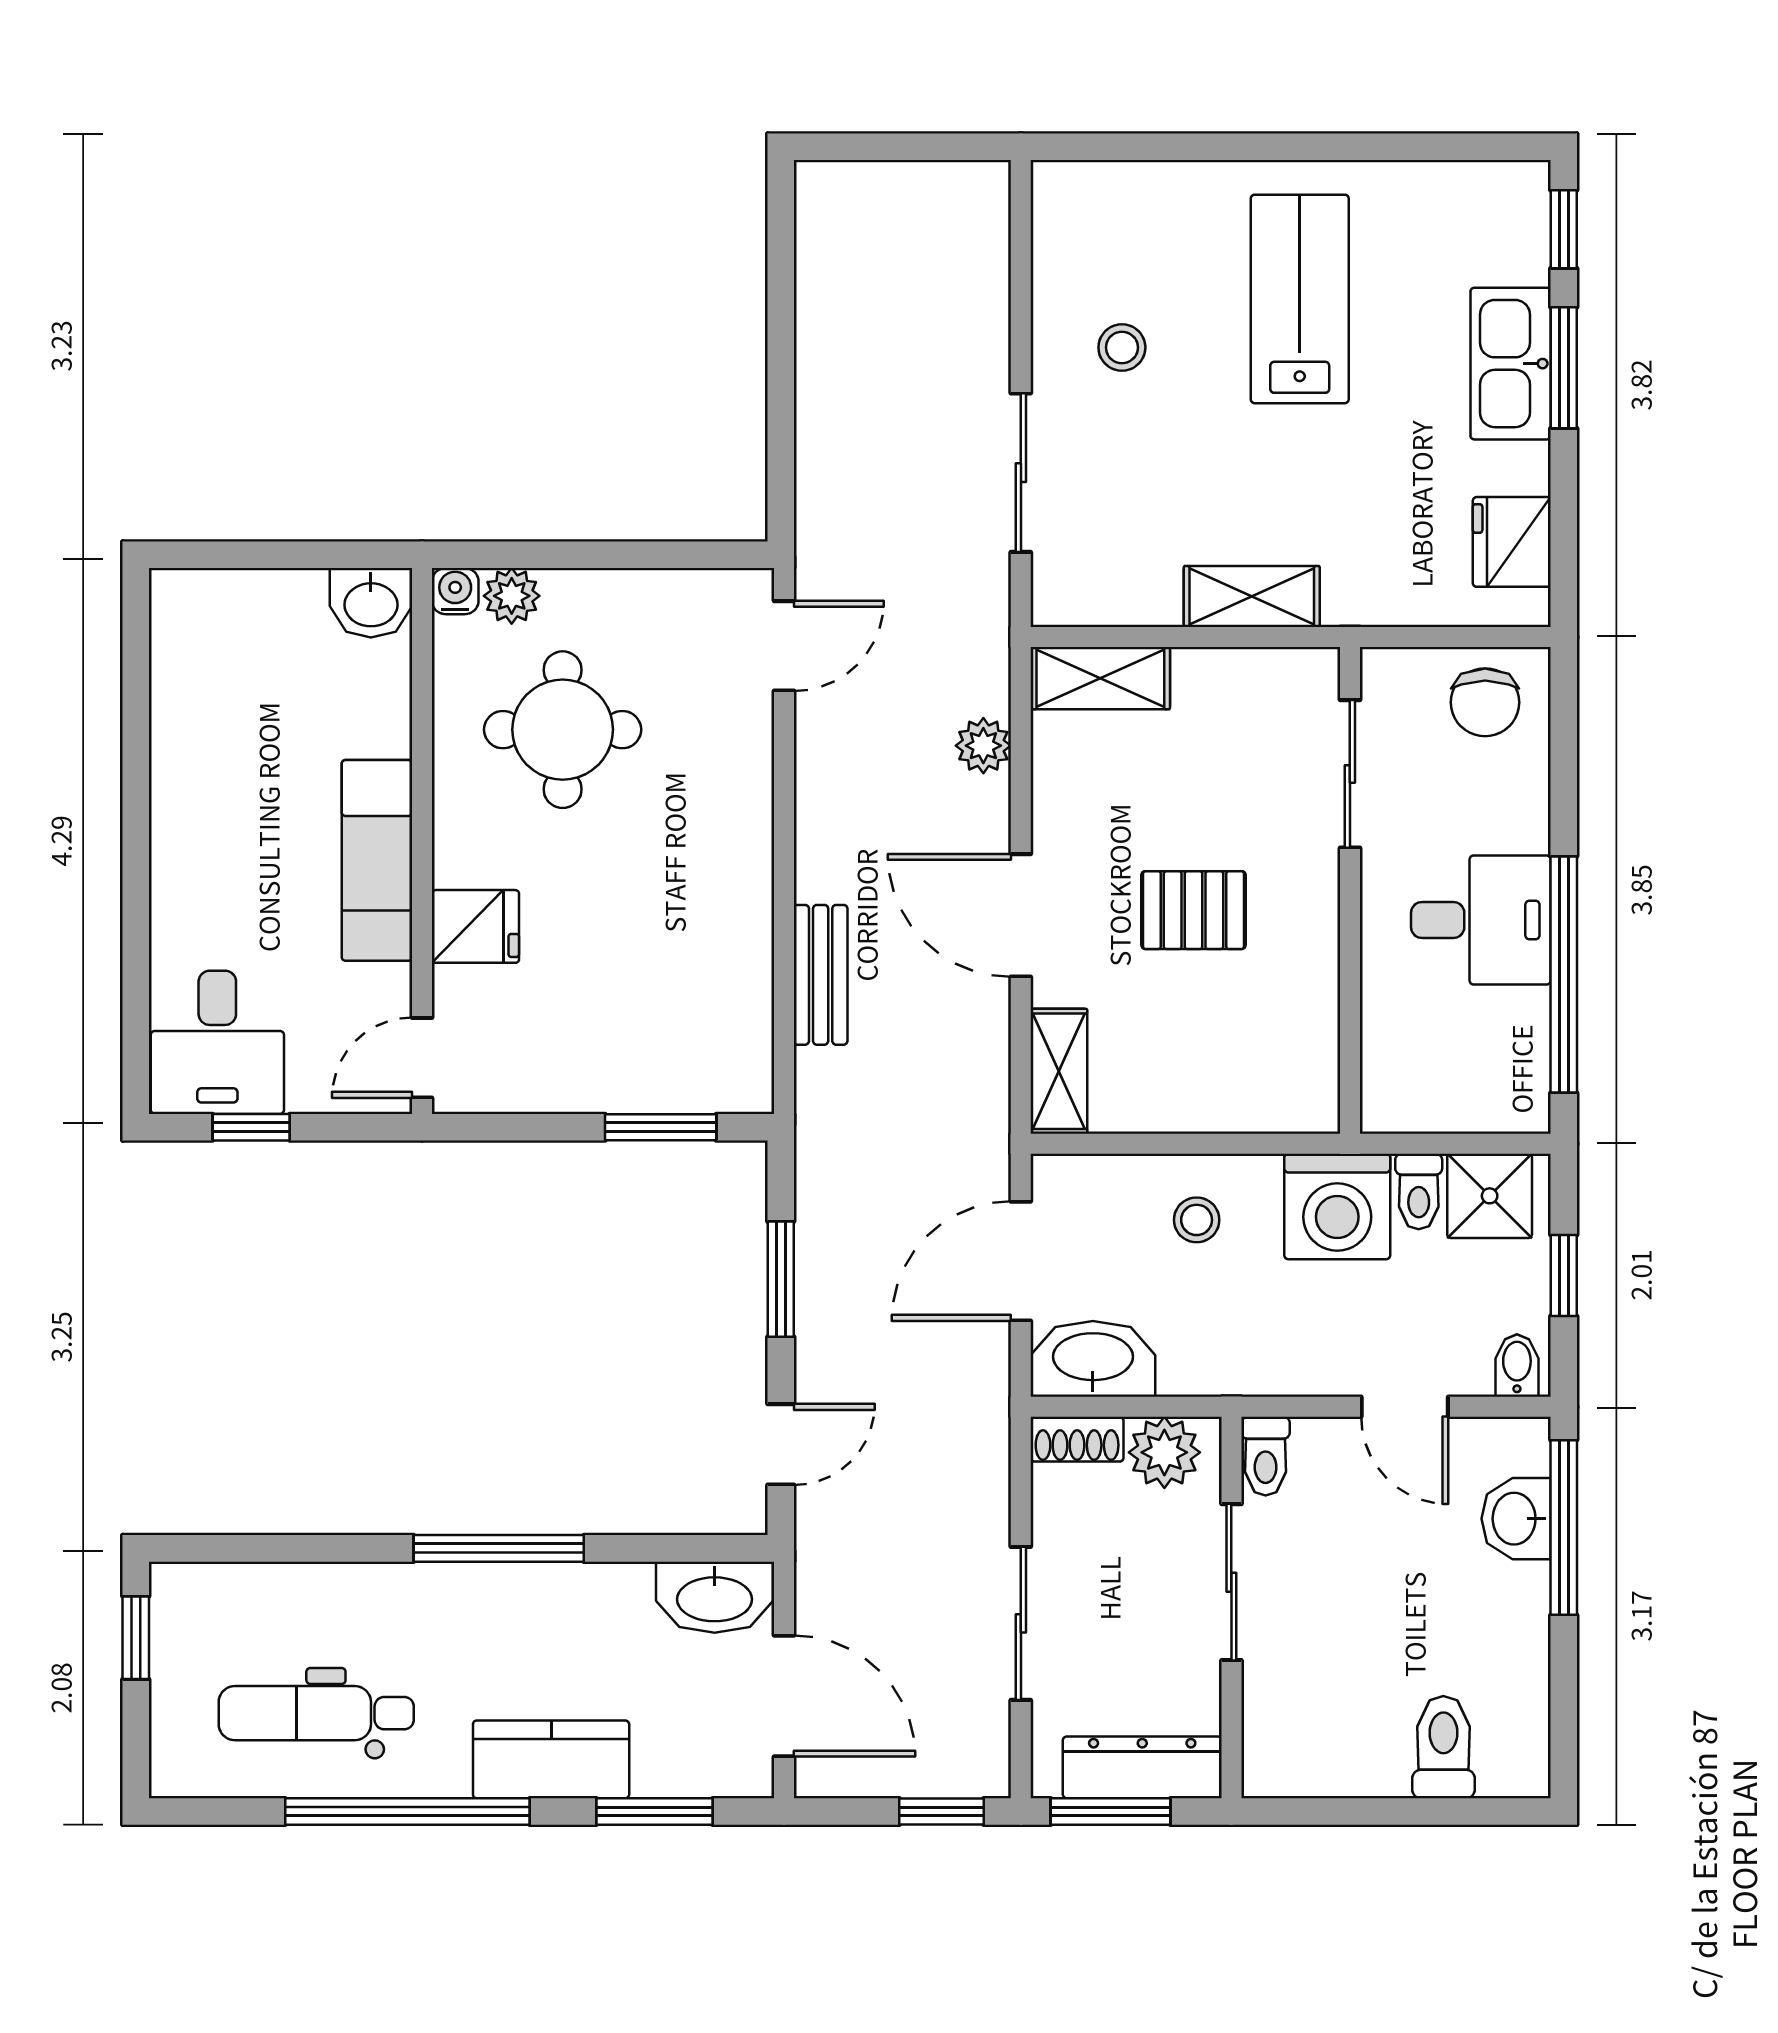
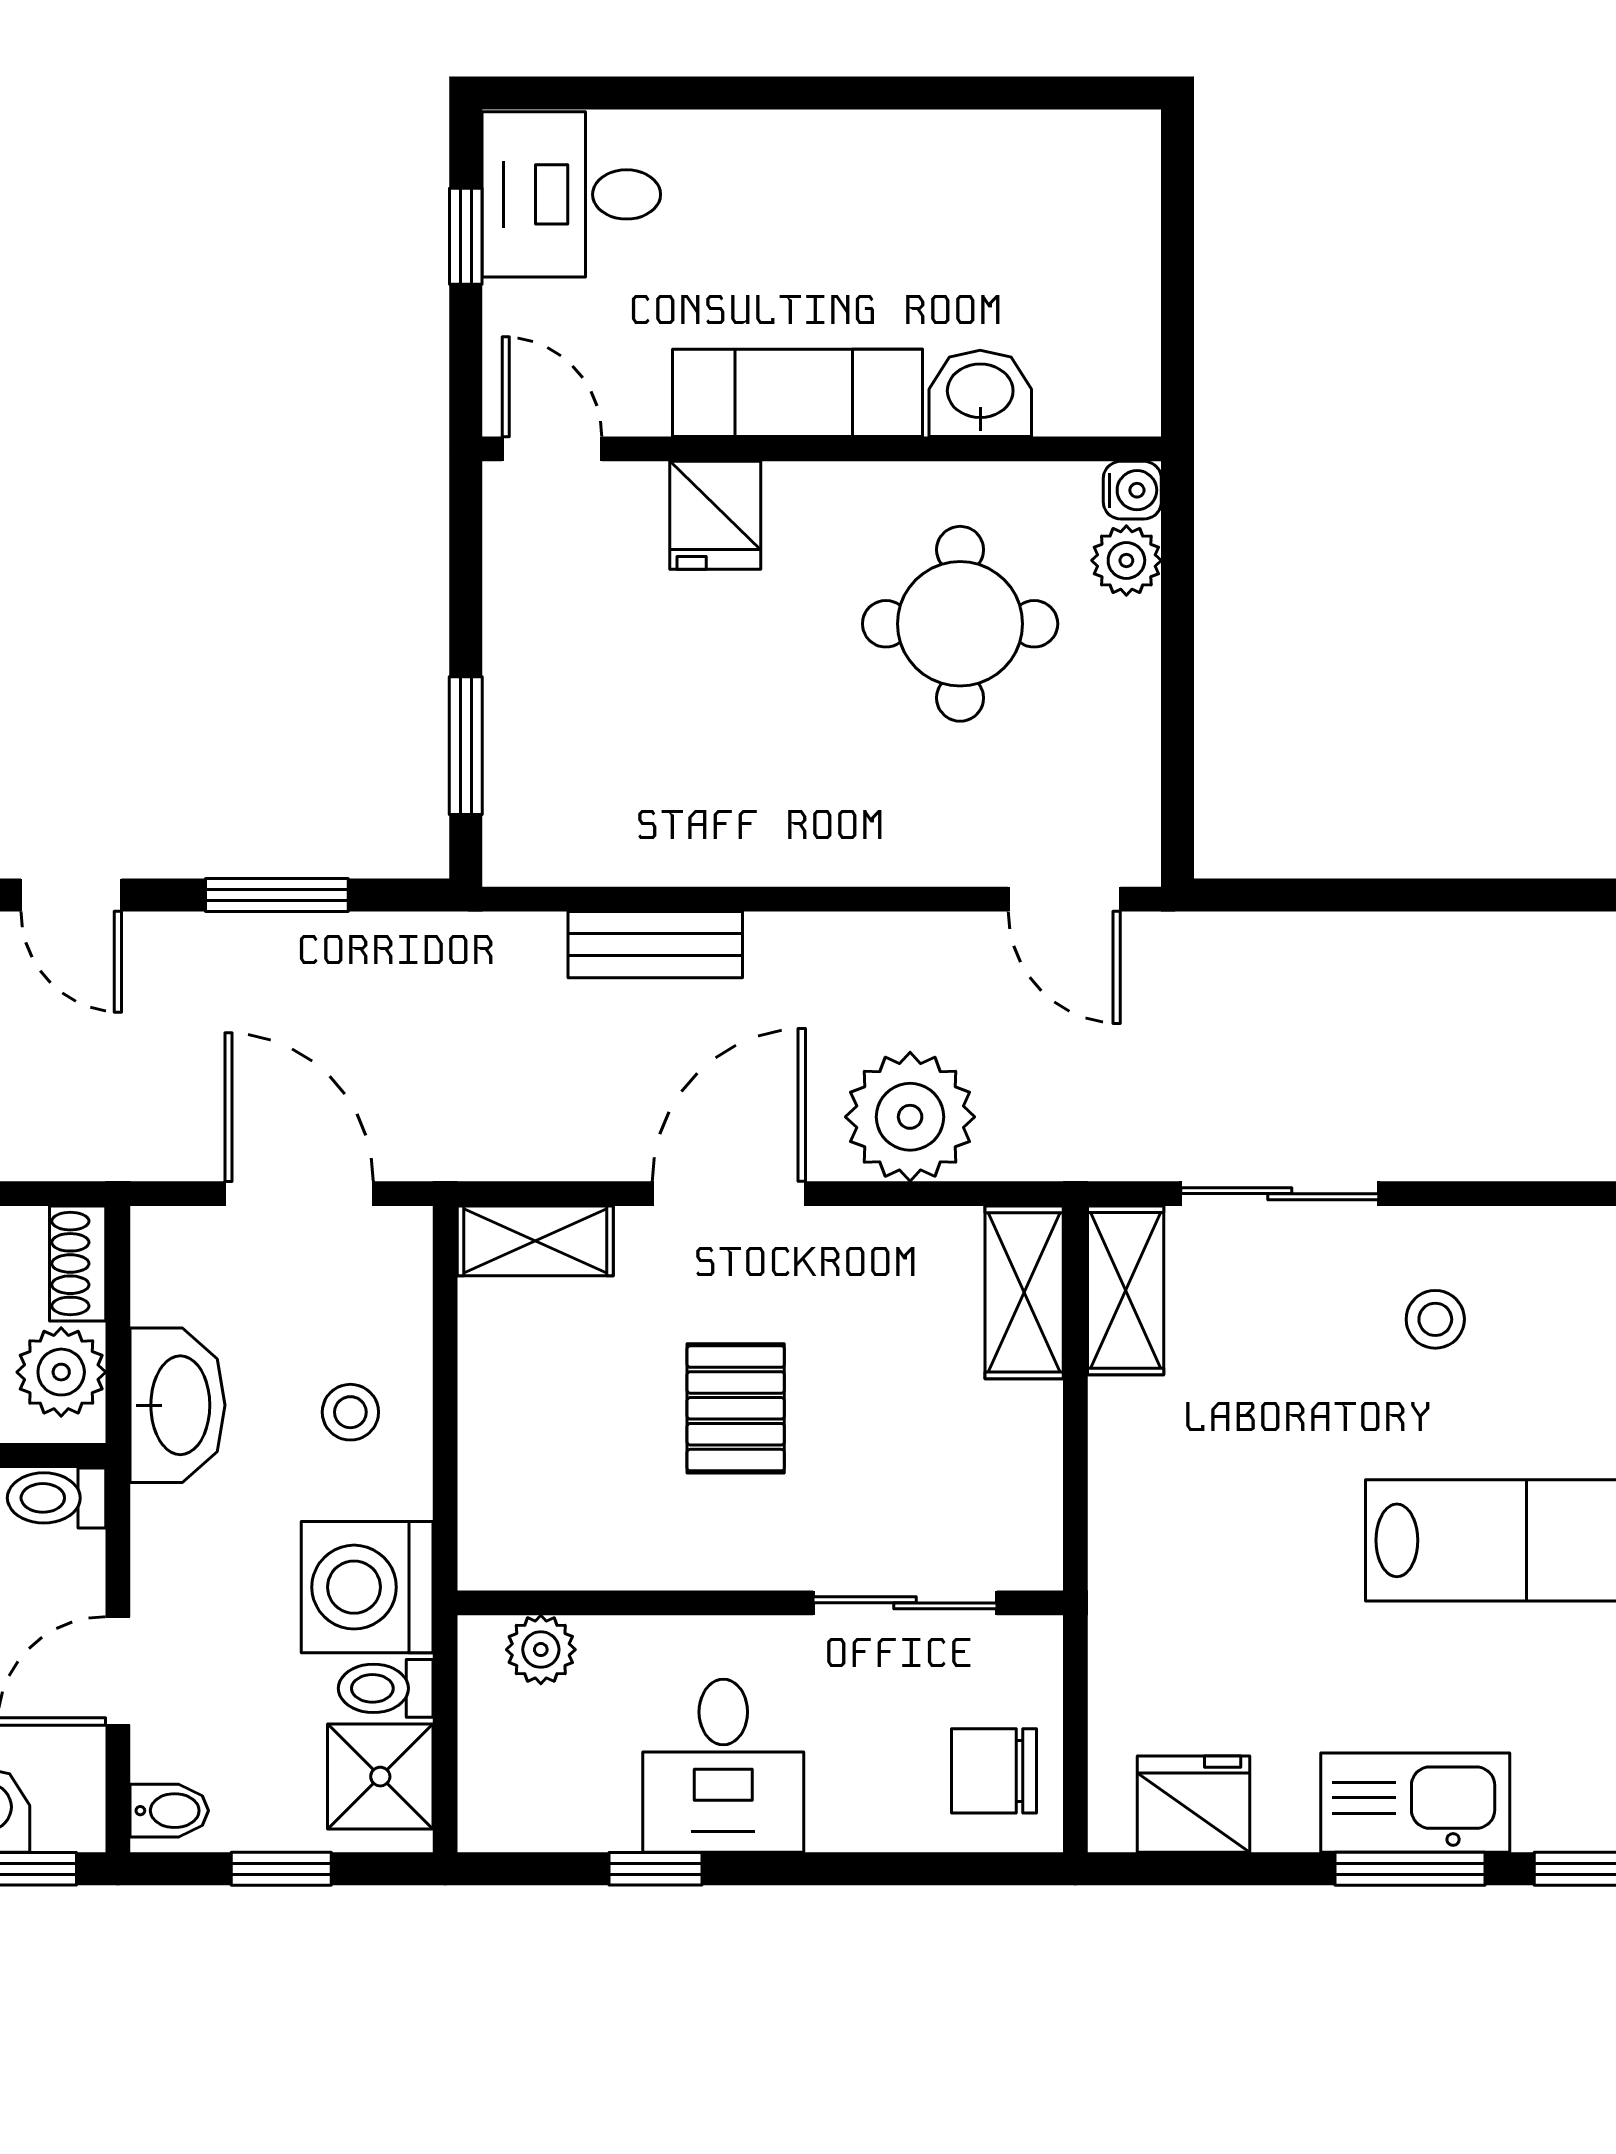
shelving: (1252, 597) -> (1126, 1290), moved
washbasin: (371, 603) -> (980, 393), moved, turned 90
plant: (983, 746) -> (910, 1117), width x1.87, depth x1.87
window: (1564, 975) -> (655, 1869), width x0.32
plant: (1387, 1067) -> (541, 1650), added
washbasin: (1093, 1359) -> (177, 1405), moved

